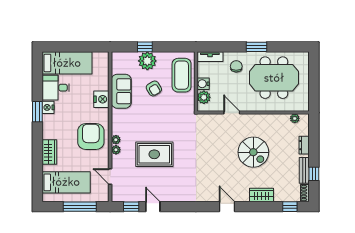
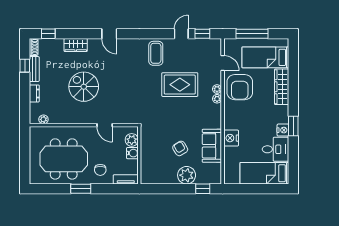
window: (145, 47) -> (203, 189), moved
coffee table: (182, 75) -> (156, 53), moved, width x0.73, depth x0.76
armchair: (91, 137) -> (240, 87), moved
wardrobe: (49, 152) -> (282, 87), width x1.50
door: (153, 207) -> (181, 34), swing flipped

